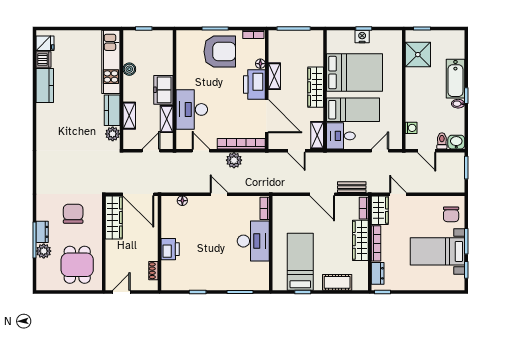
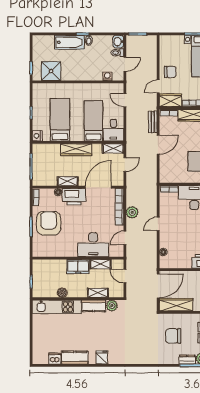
nightstand: (362, 37) -> (37, 136), moved
fridge: (45, 43) -> (102, 357), moved
bed: (355, 73) -> (60, 120), width x0.67
chair: (451, 214) -> (170, 72), moved

